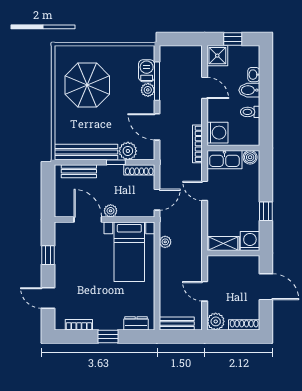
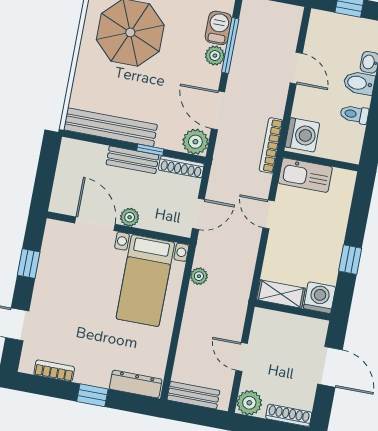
shower: (217, 56) -> (323, 25), removed
plant: (128, 151) -> (195, 142), moved
boiler: (250, 157) -> (342, 179), removed
bench: (79, 171) -> (132, 160), moved
dresser: (136, 323) -> (136, 384), width x1.44

